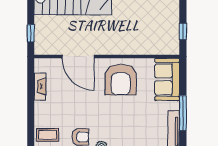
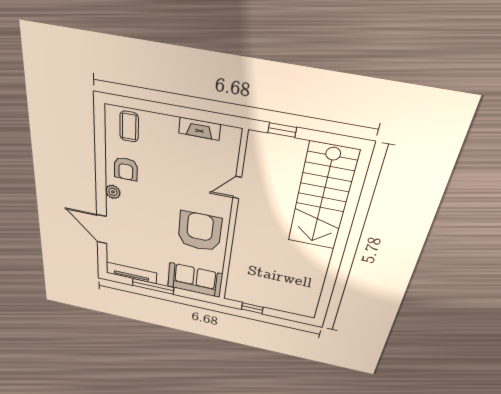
door: (78, 56) -> (237, 188), width x0.53
armchair: (121, 80) -> (200, 232), turned 90

